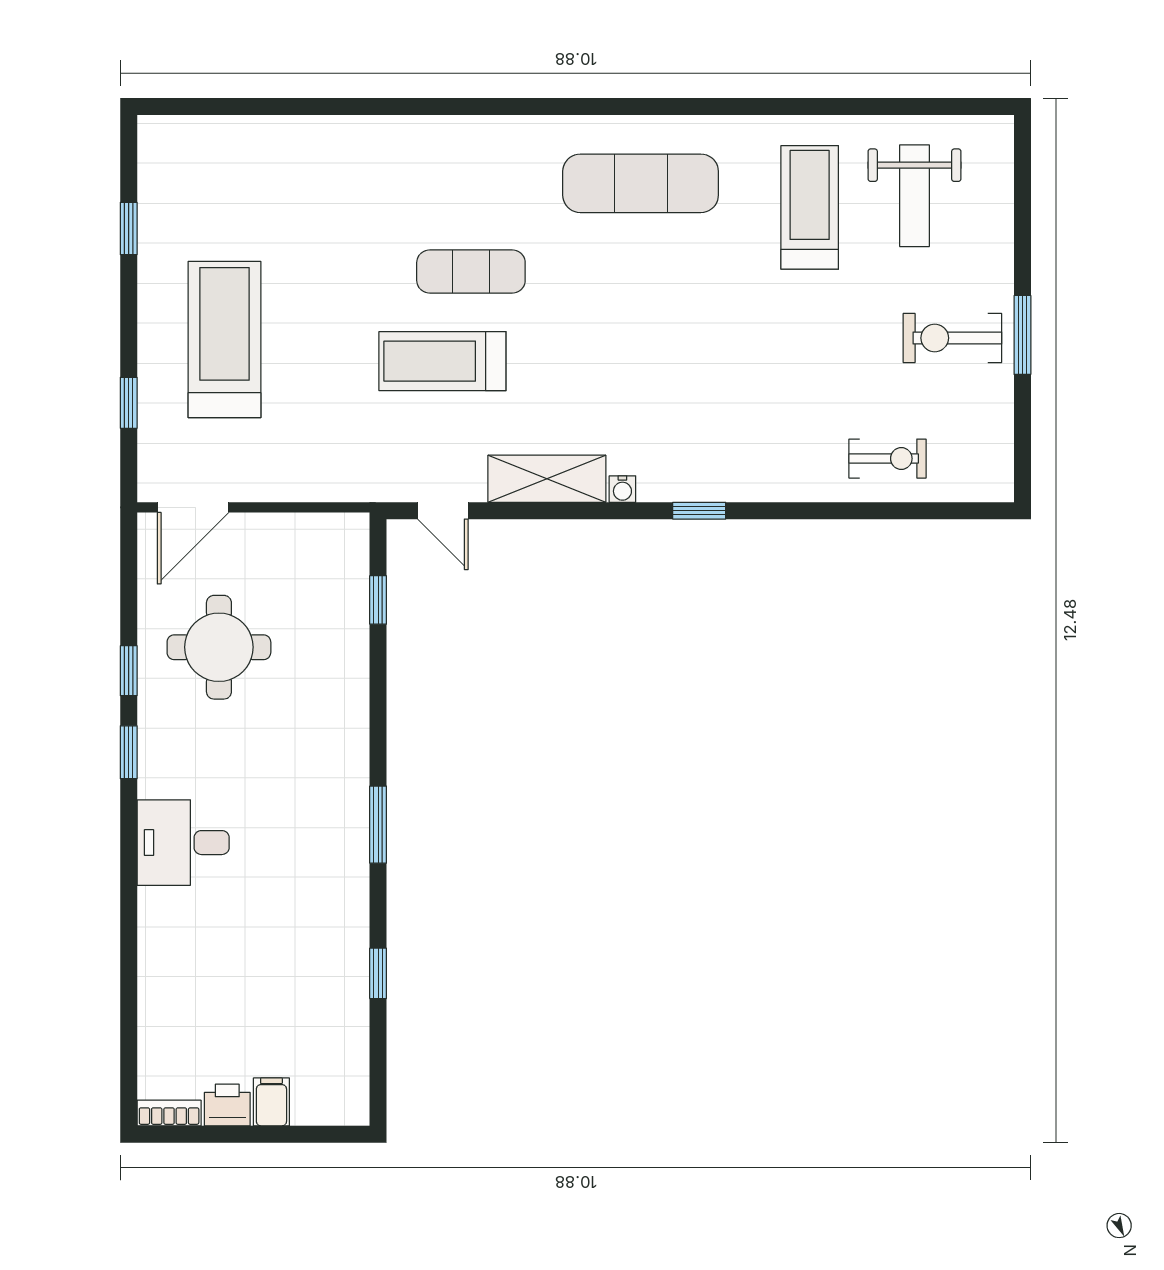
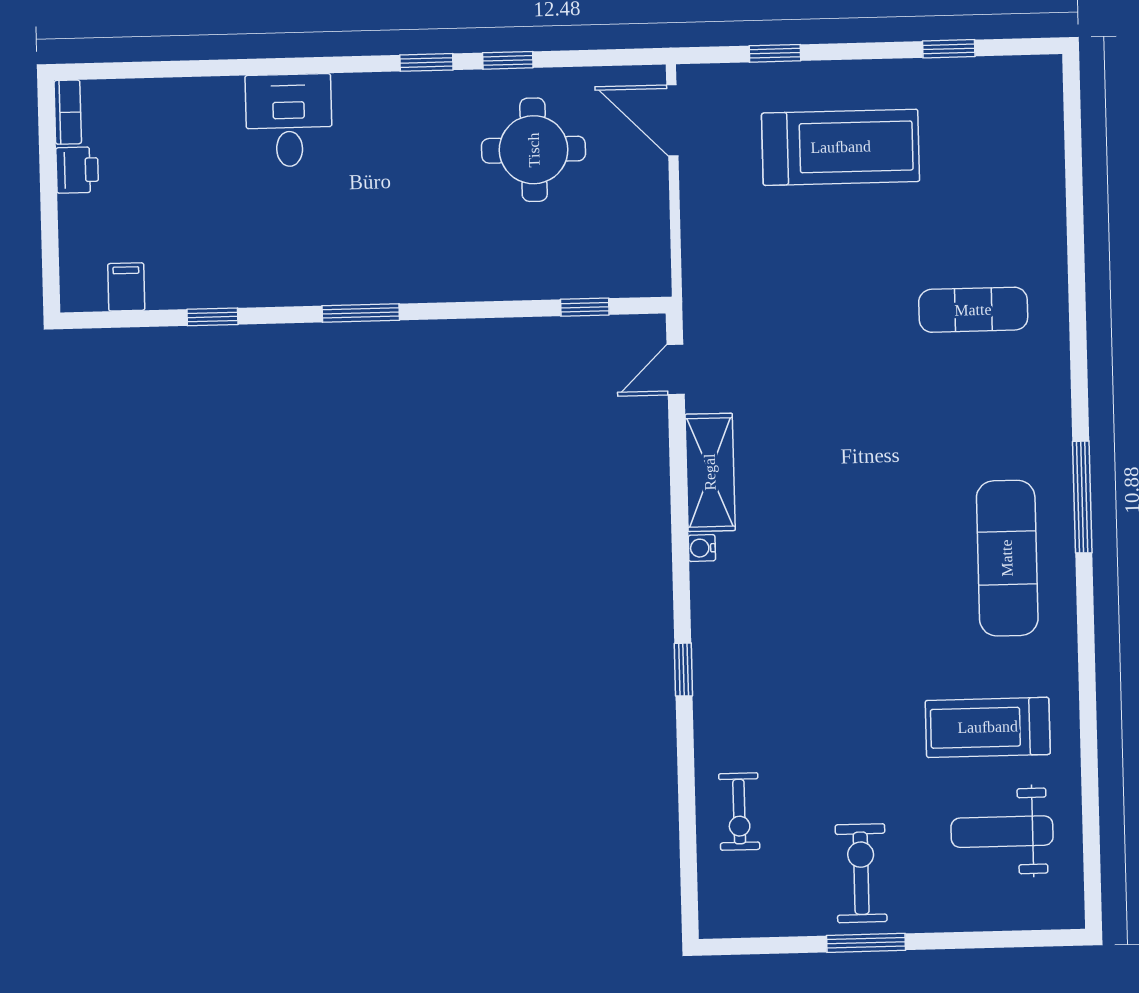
window: (581, 107) -> (1082, 497), added
treadmill: (810, 207) -> (988, 727), turned 180
exercise mat: (471, 272) -> (973, 310), moved, turned 90
treadmill: (442, 361) -> (825, 365), removed
window: (699, 511) -> (683, 670), moved
desk: (183, 843) -> (289, 120), moved
filing cabinet: (271, 1102) -> (126, 287), moved, turned -90

